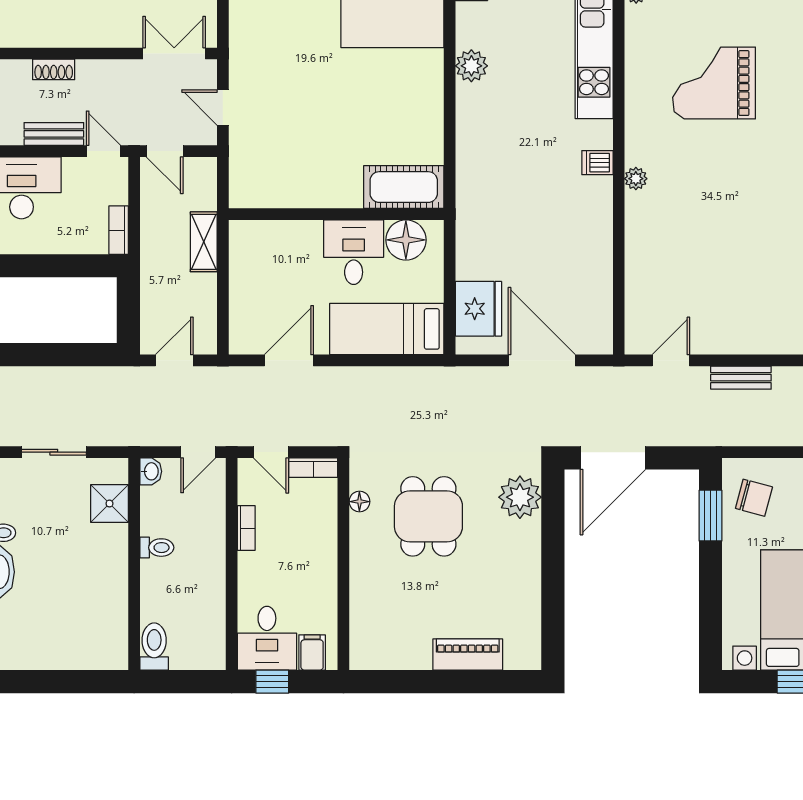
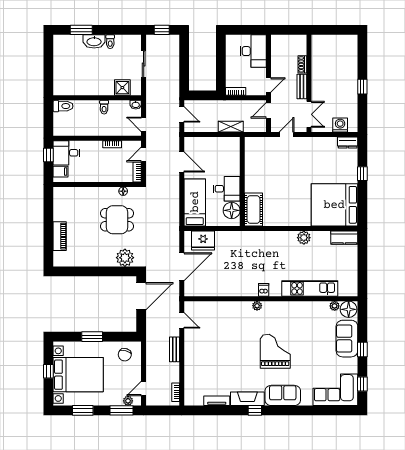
grand piano: (714, 83) -> (275, 351), moved
bench: (54, 134) -> (302, 86), moved
door: (613, 458) -> (141, 296), swing flipped
window: (711, 516) -> (92, 337), moved

